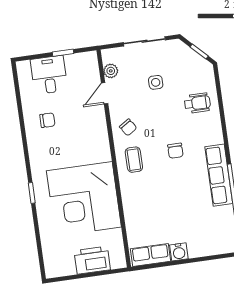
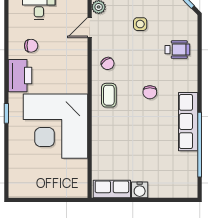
printer: (92, 260) -> (20, 76), moved, turned 90

